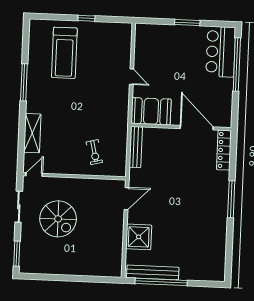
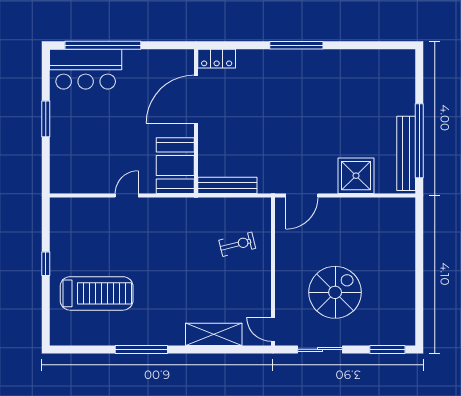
locker: (224, 150) -> (217, 59), width x0.66
door: (126, 199) -> (302, 195), swing flipped

